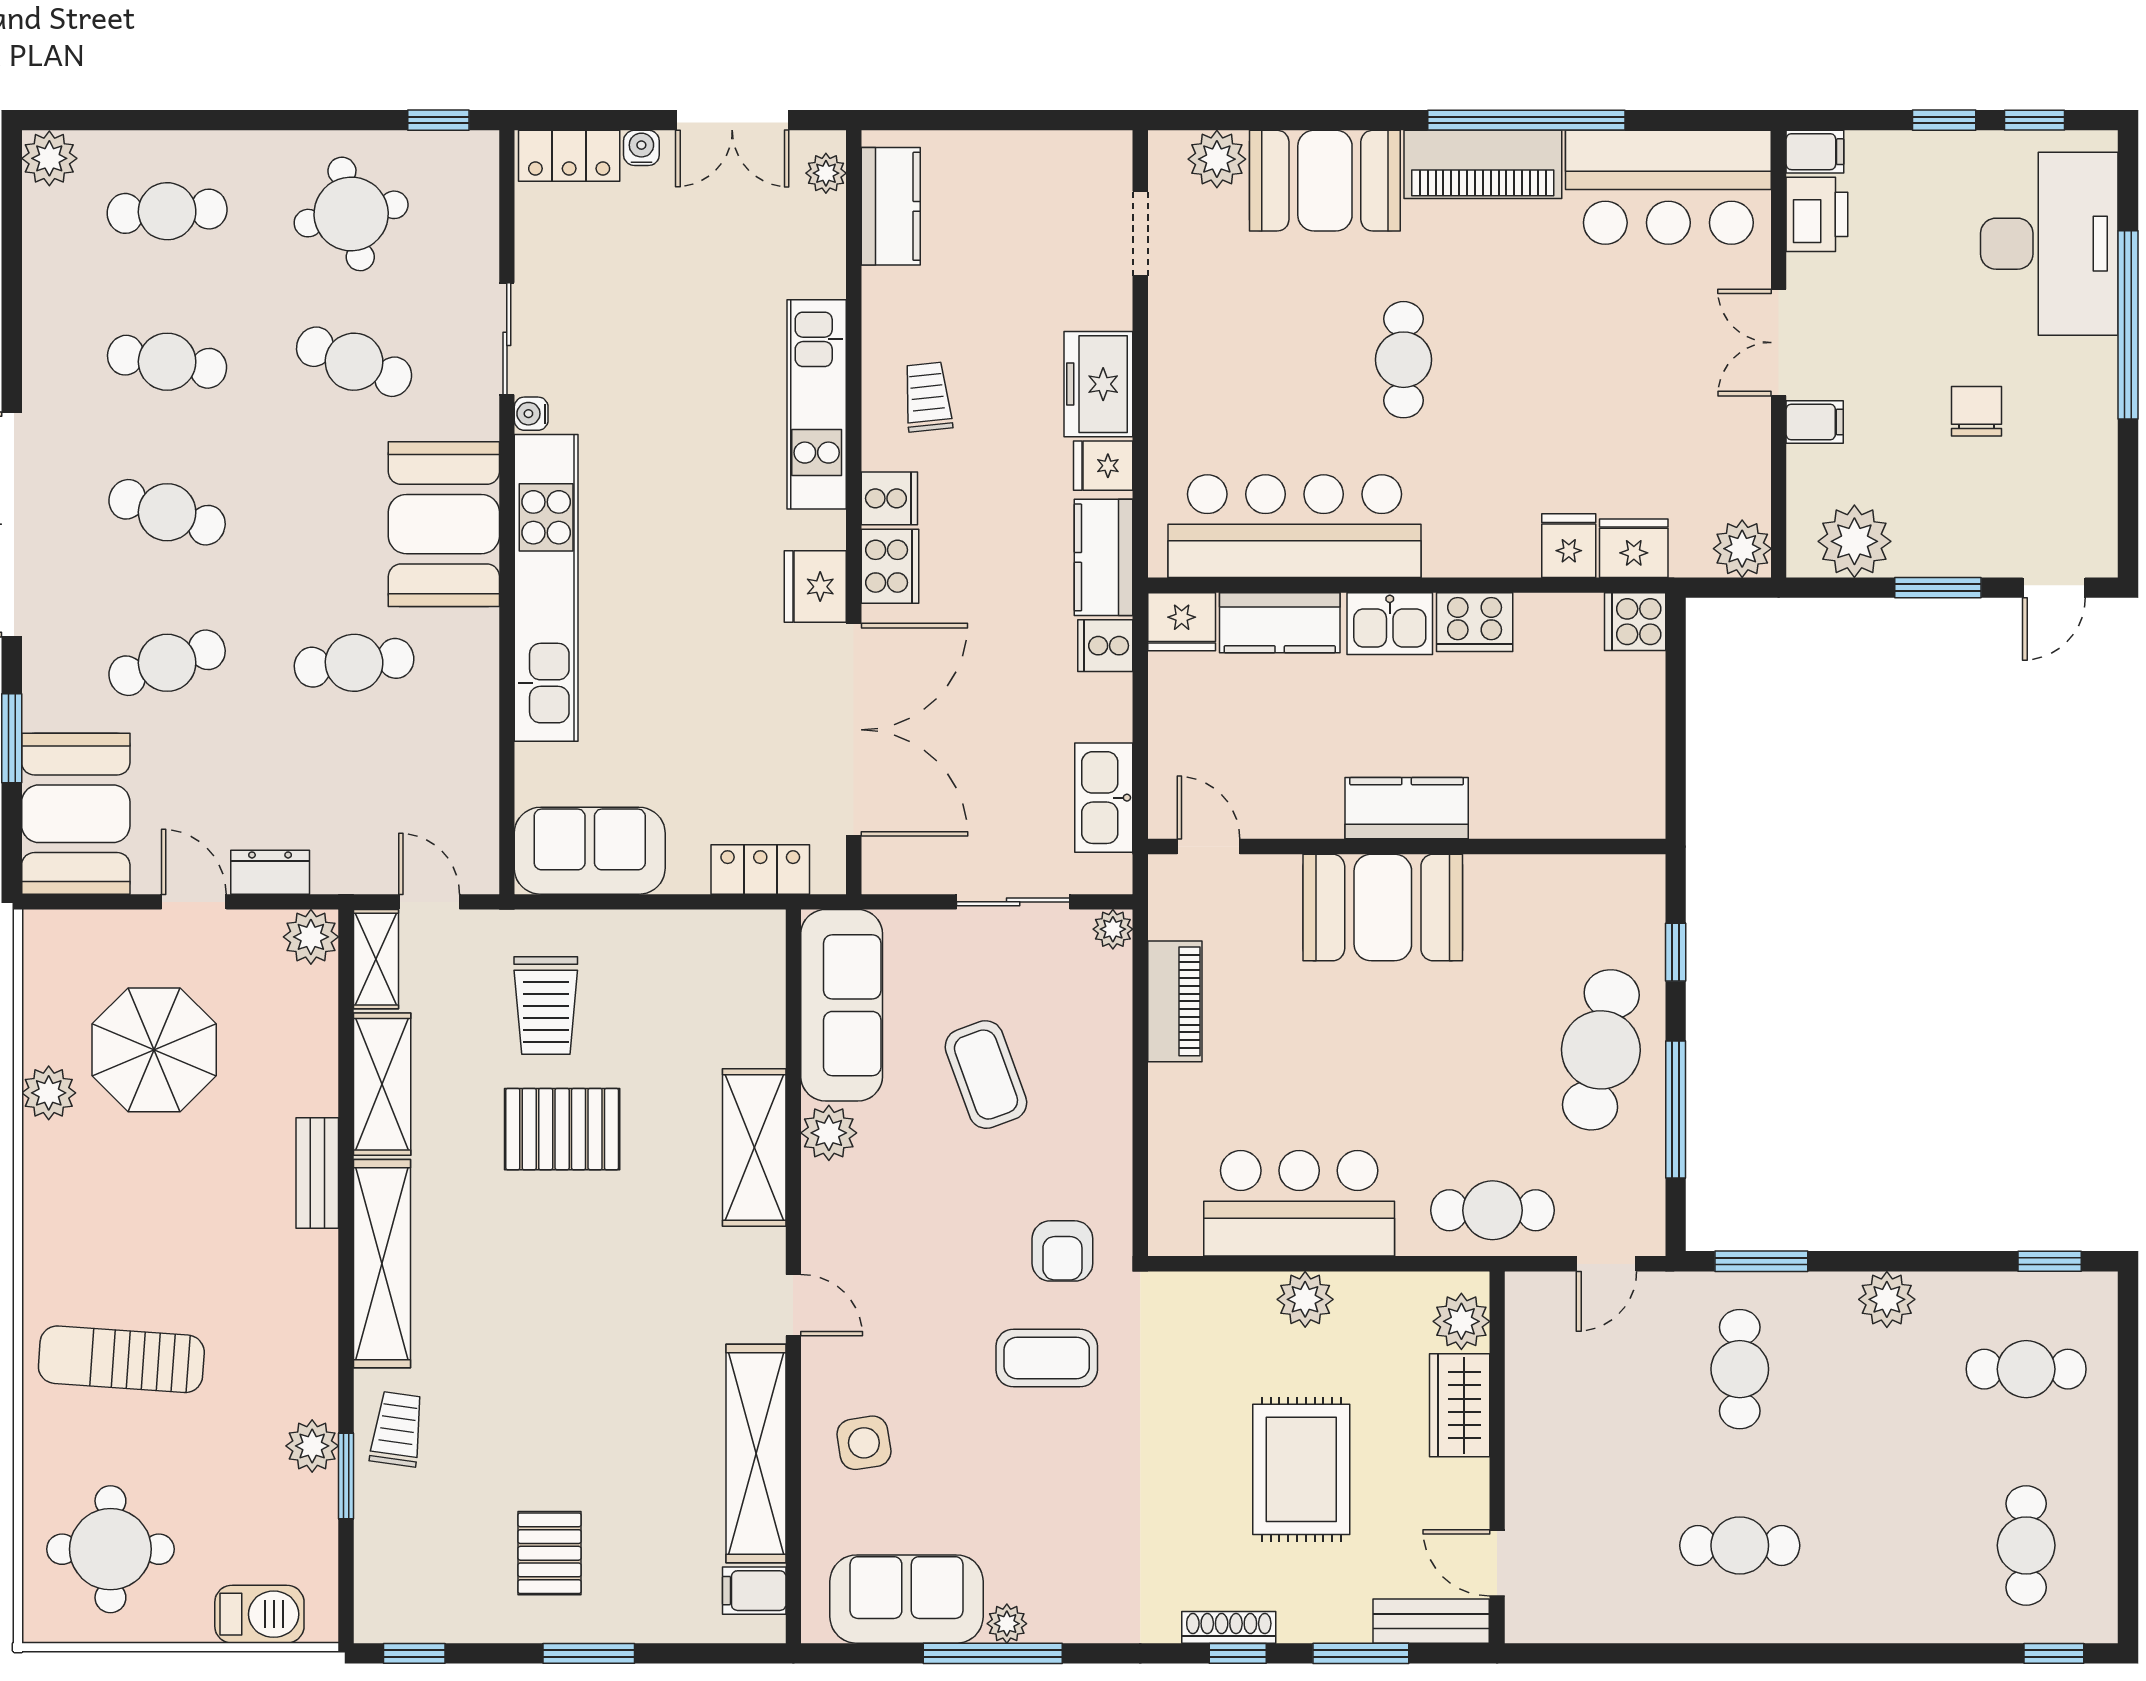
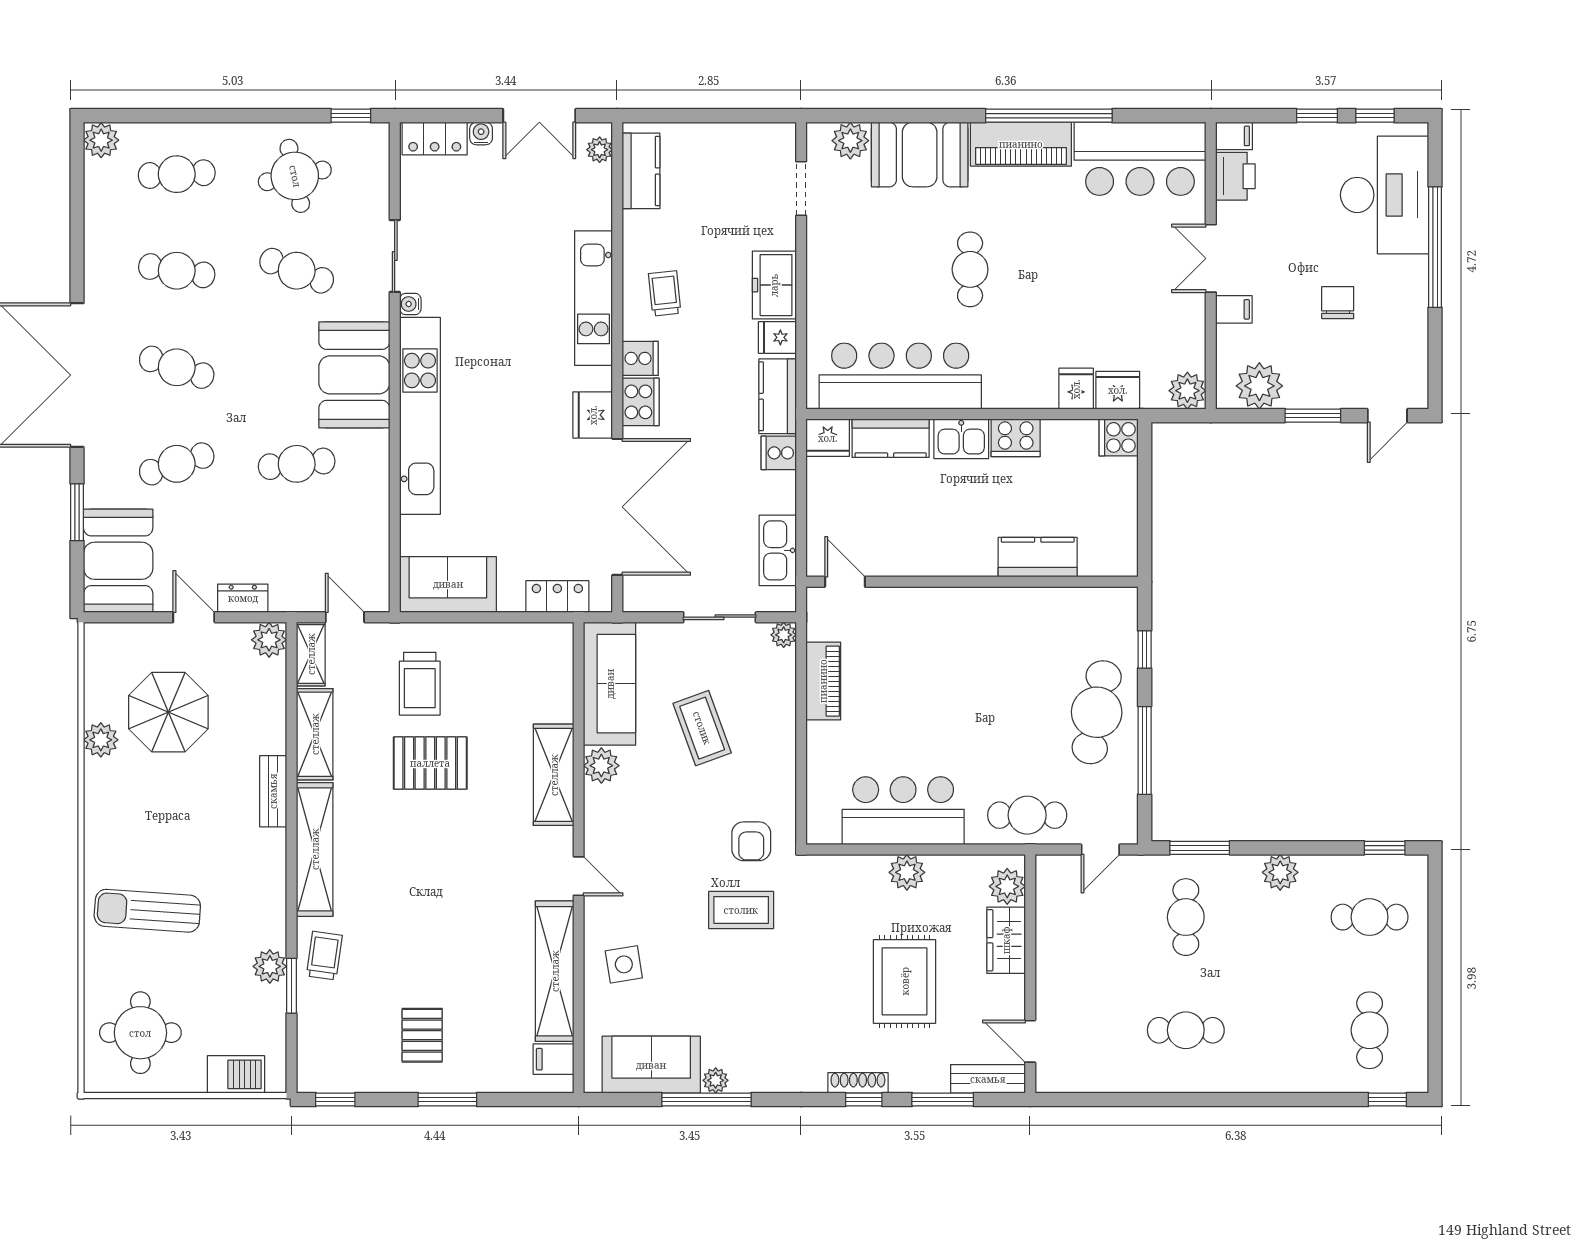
kitchen counter: (1407, 808) -> (1038, 557), moved
booth: (1383, 907) -> (957, 621), removed

